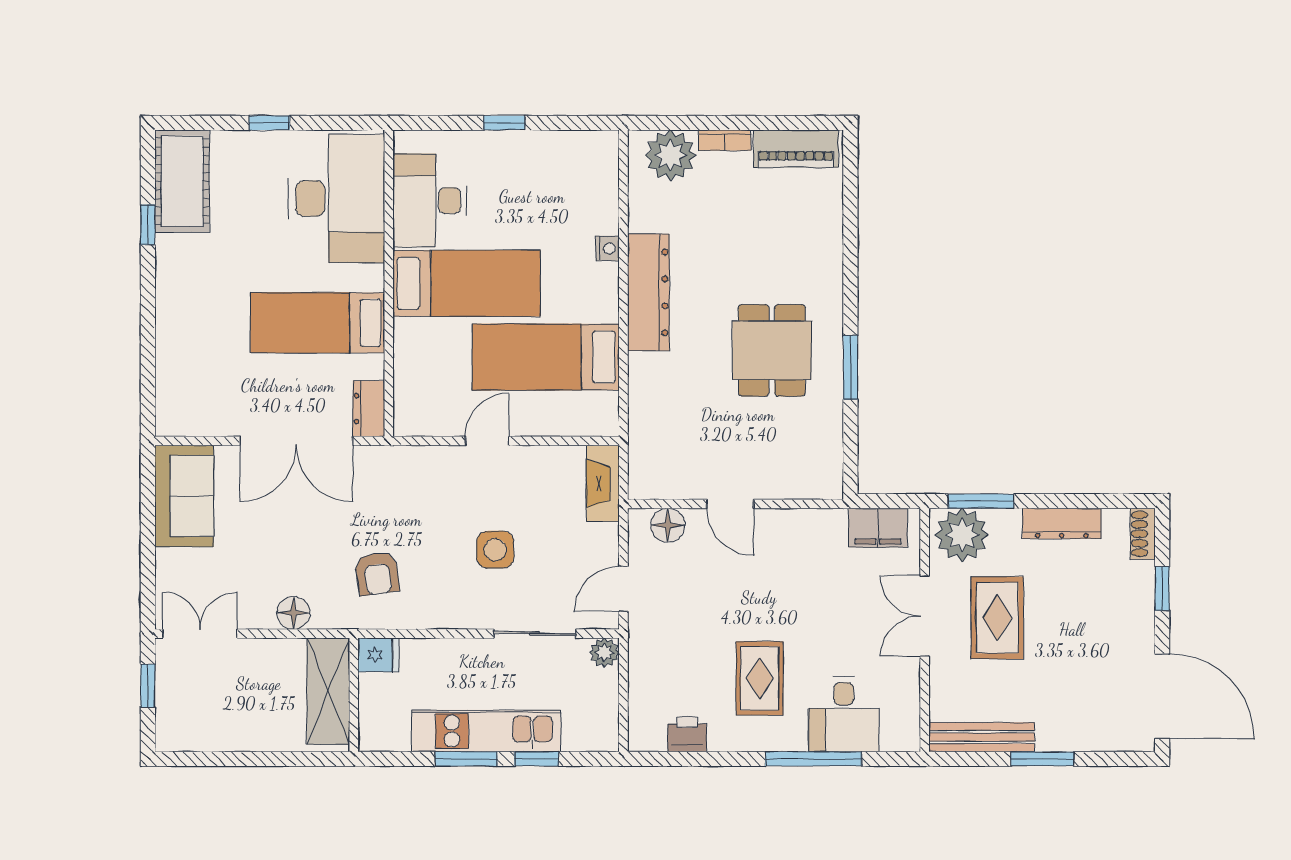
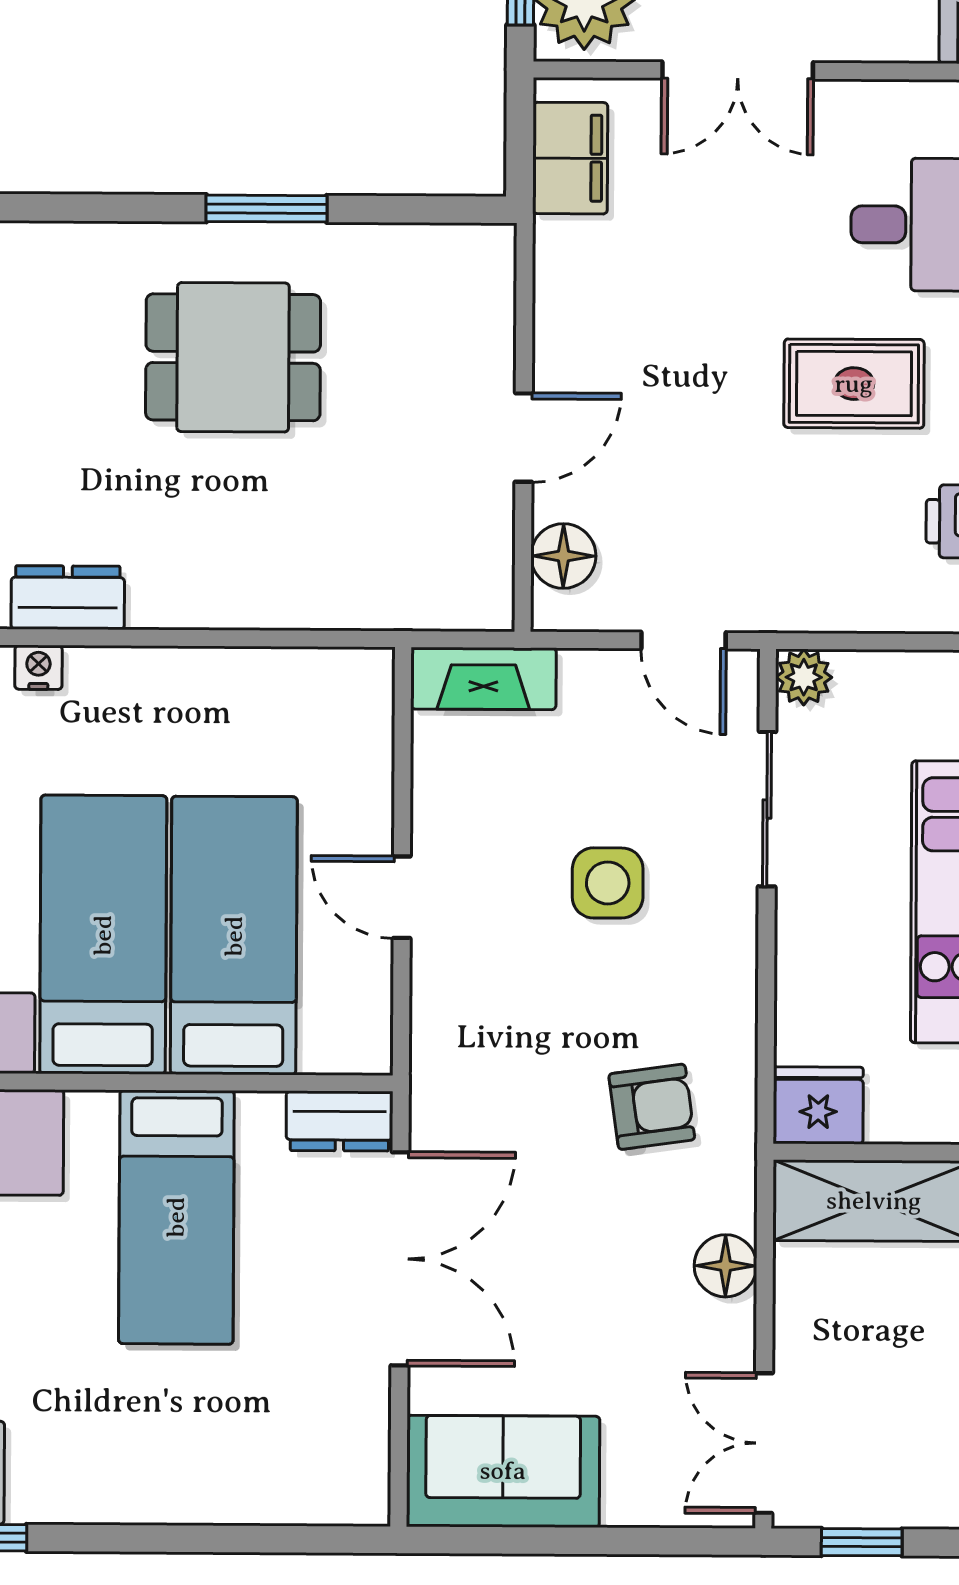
dresser: (649, 292) -> (68, 598), width x0.51, depth x0.80
bed: (546, 357) -> (234, 936), moved, turned 180
fridge: (378, 655) -> (818, 1105), width x1.38

